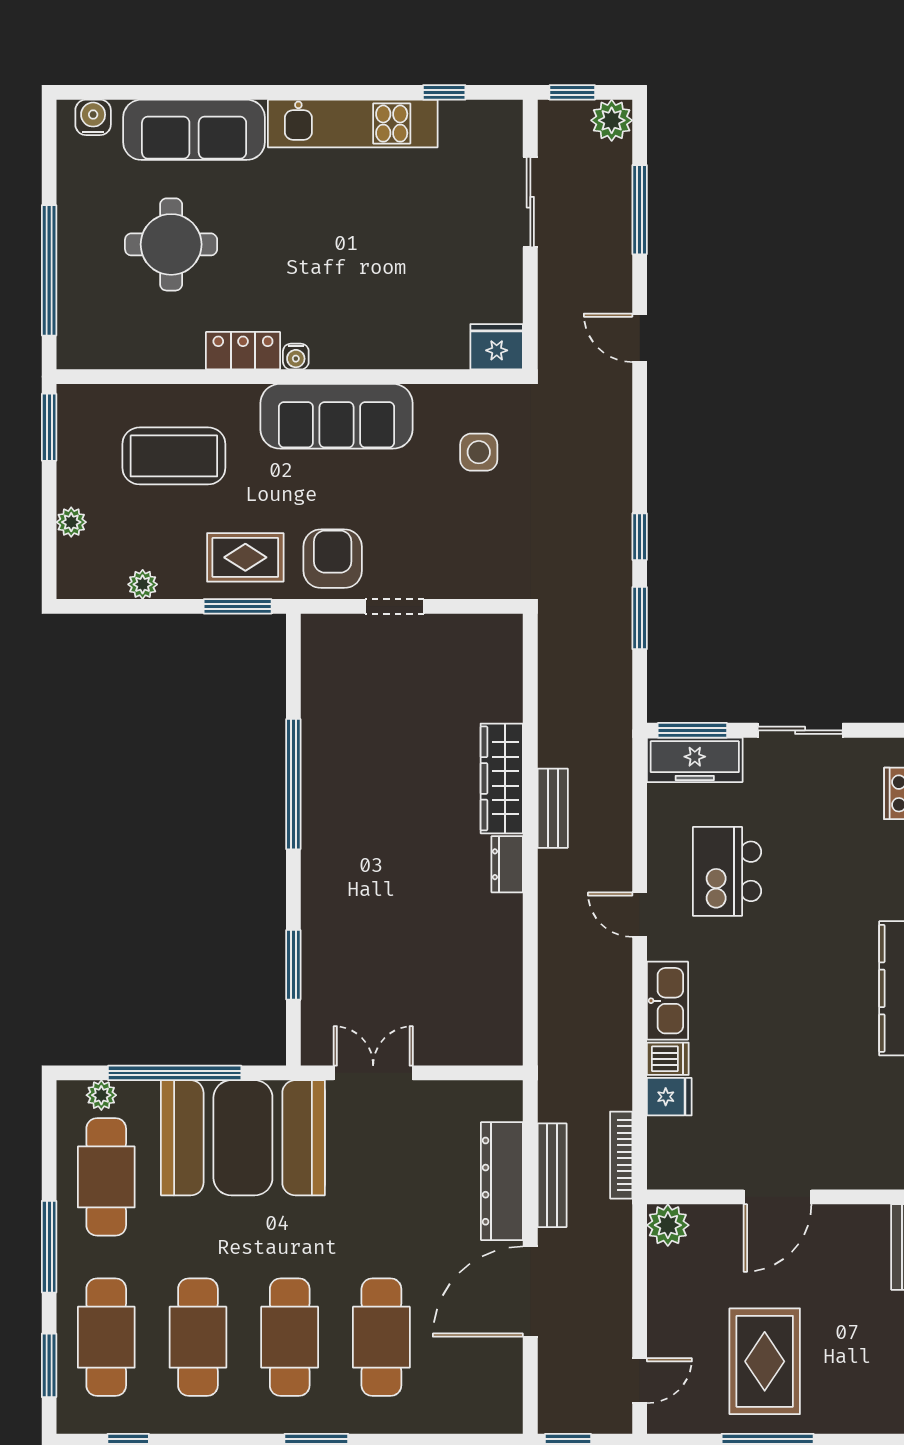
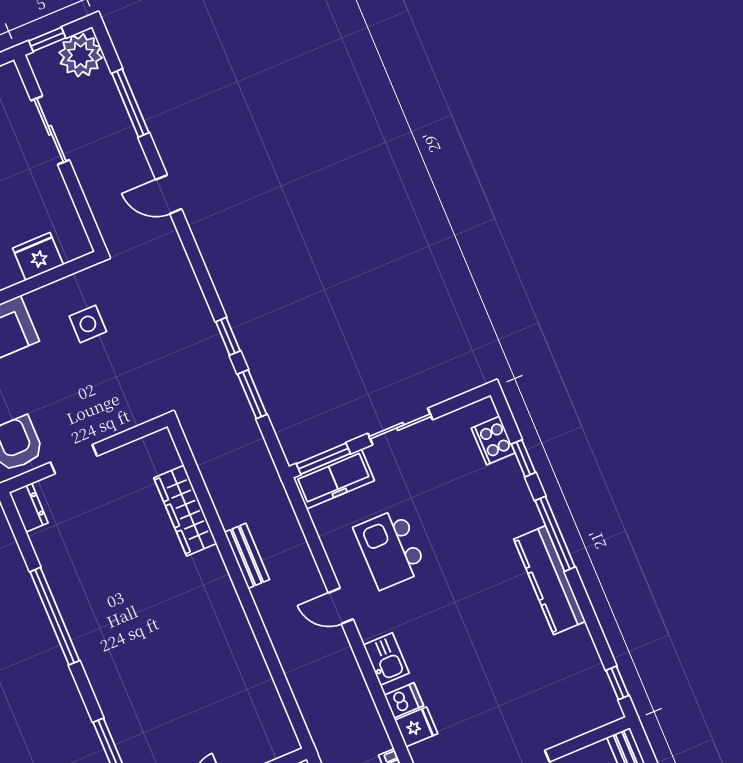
plant: (612, 120) -> (81, 55), width x1.36, depth x1.36
fridge: (497, 347) -> (38, 256), moved
wardrobe: (502, 778) -> (185, 511), moved
dresser: (507, 864) -> (29, 508), moved, turned 180
kitchen sink: (667, 1001) -> (386, 659), width x0.73

